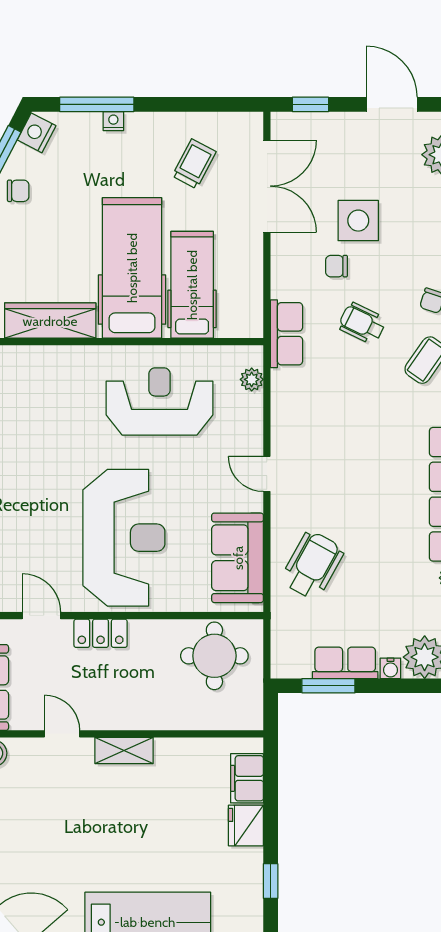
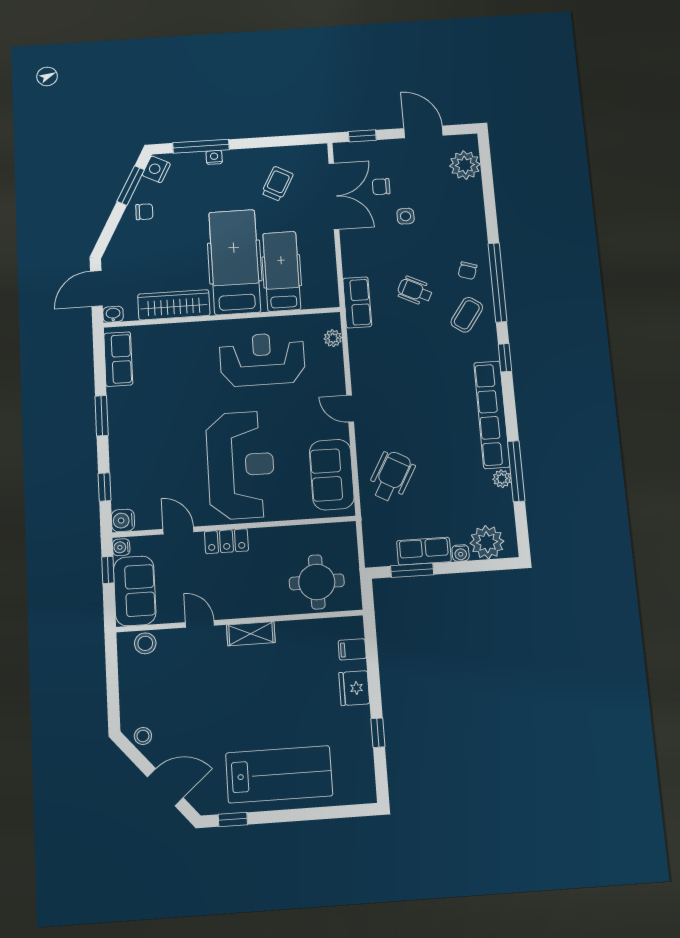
side table: (358, 221) -> (406, 216), width x0.54, depth x0.54
chair: (336, 266) -> (381, 187), moved
round table: (214, 656) -> (317, 582), moved
filing cabinet: (247, 778) -> (352, 649), width x0.50

